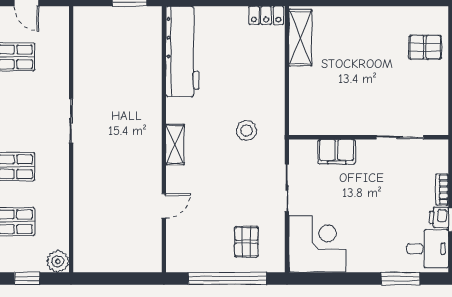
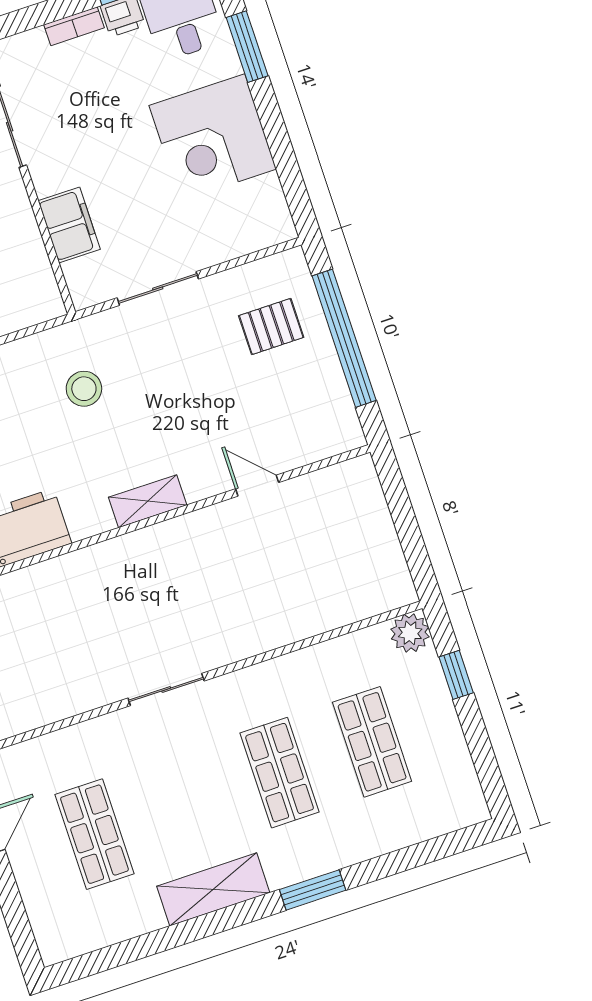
corner desk: (317, 244) -> (213, 137), moved, turned -90

